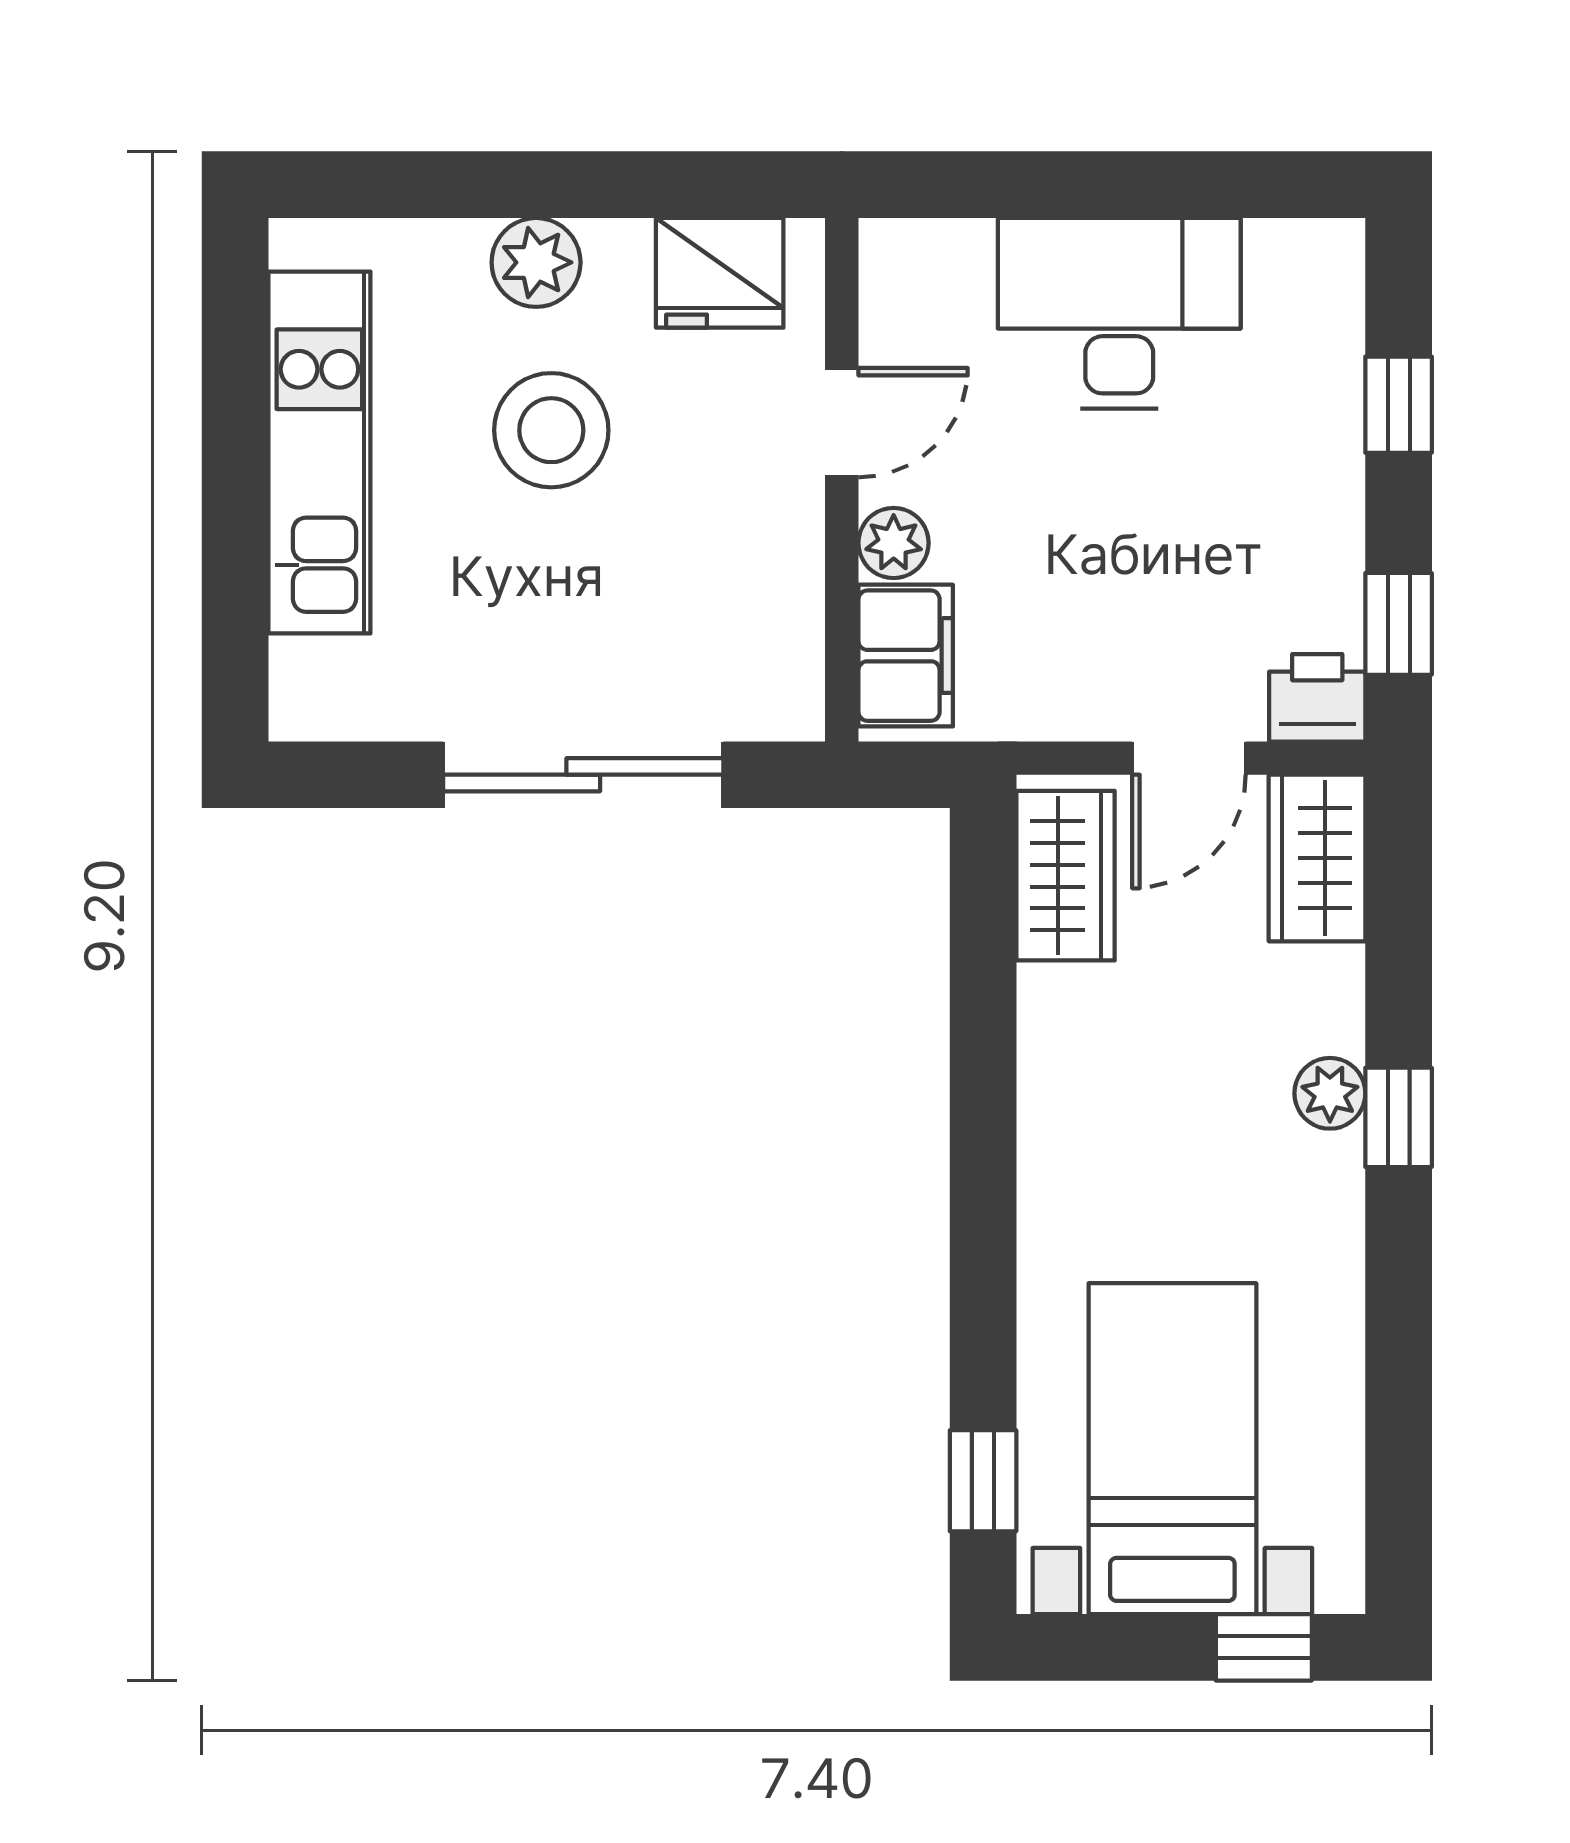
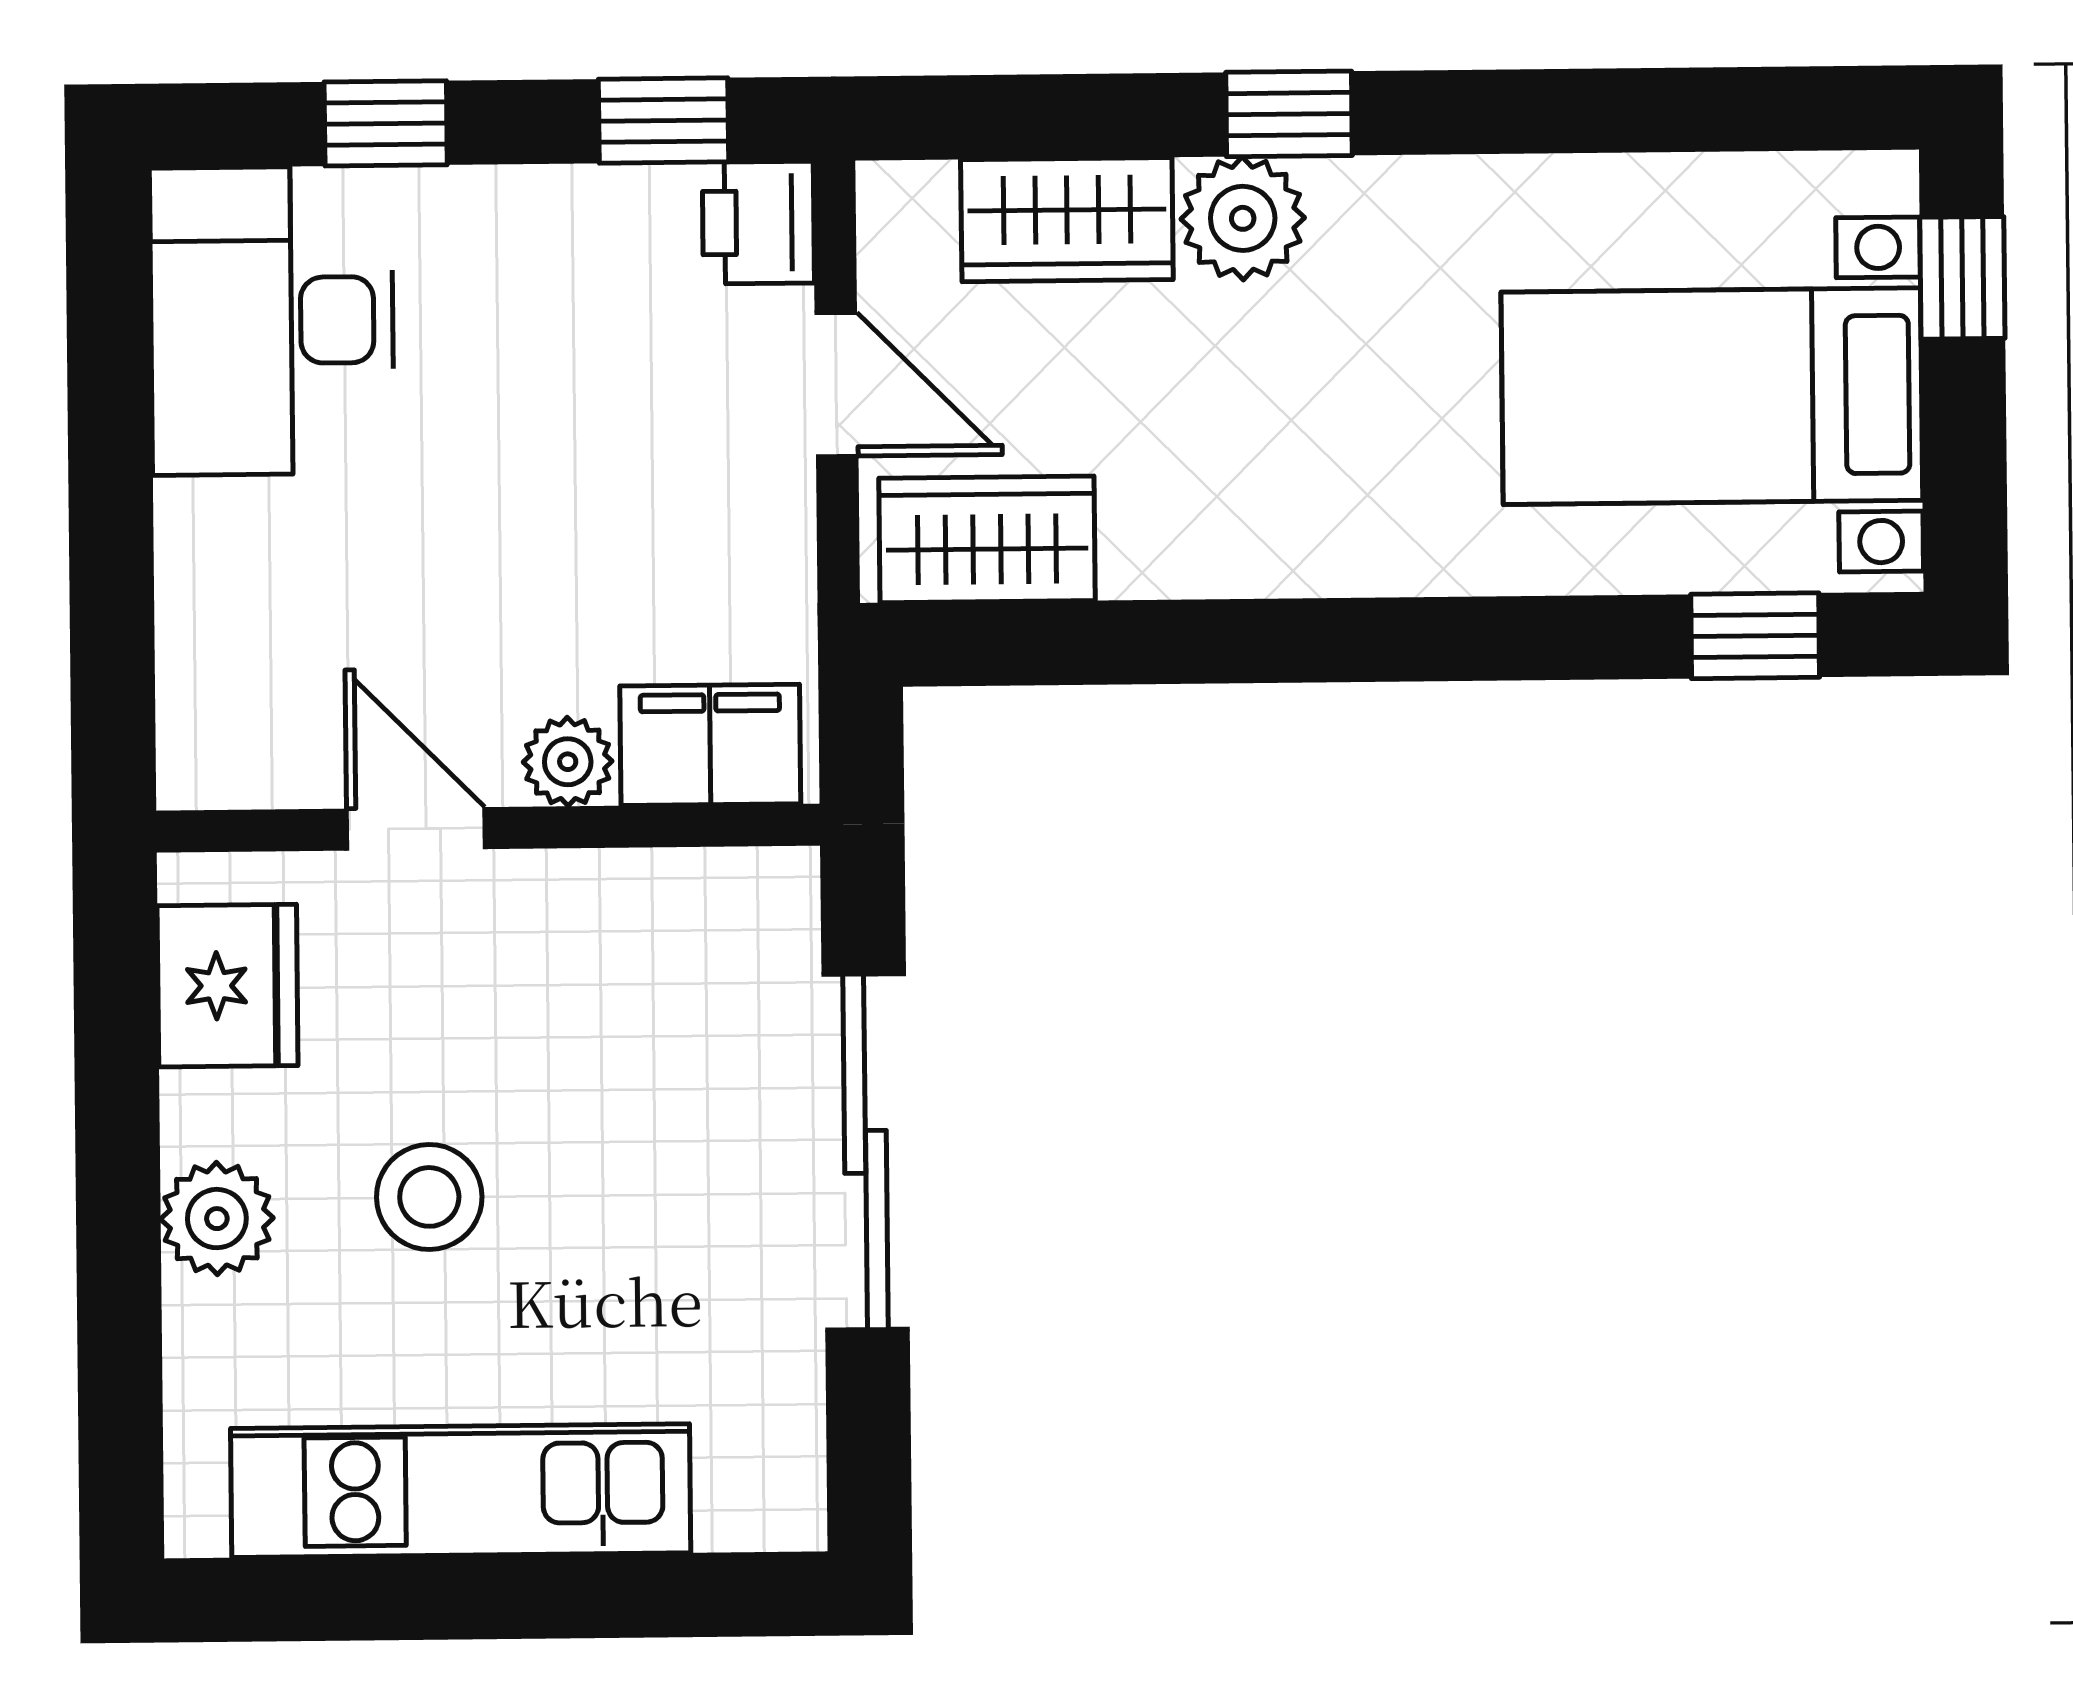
desk: (1119, 313) -> (272, 321), moved
stool: (551, 430) -> (429, 1197), width x0.73, depth x0.73
wardrobe: (1317, 858) -> (1067, 220), moved
plant: (1330, 1093) -> (1243, 218), width x1.38, depth x1.38

